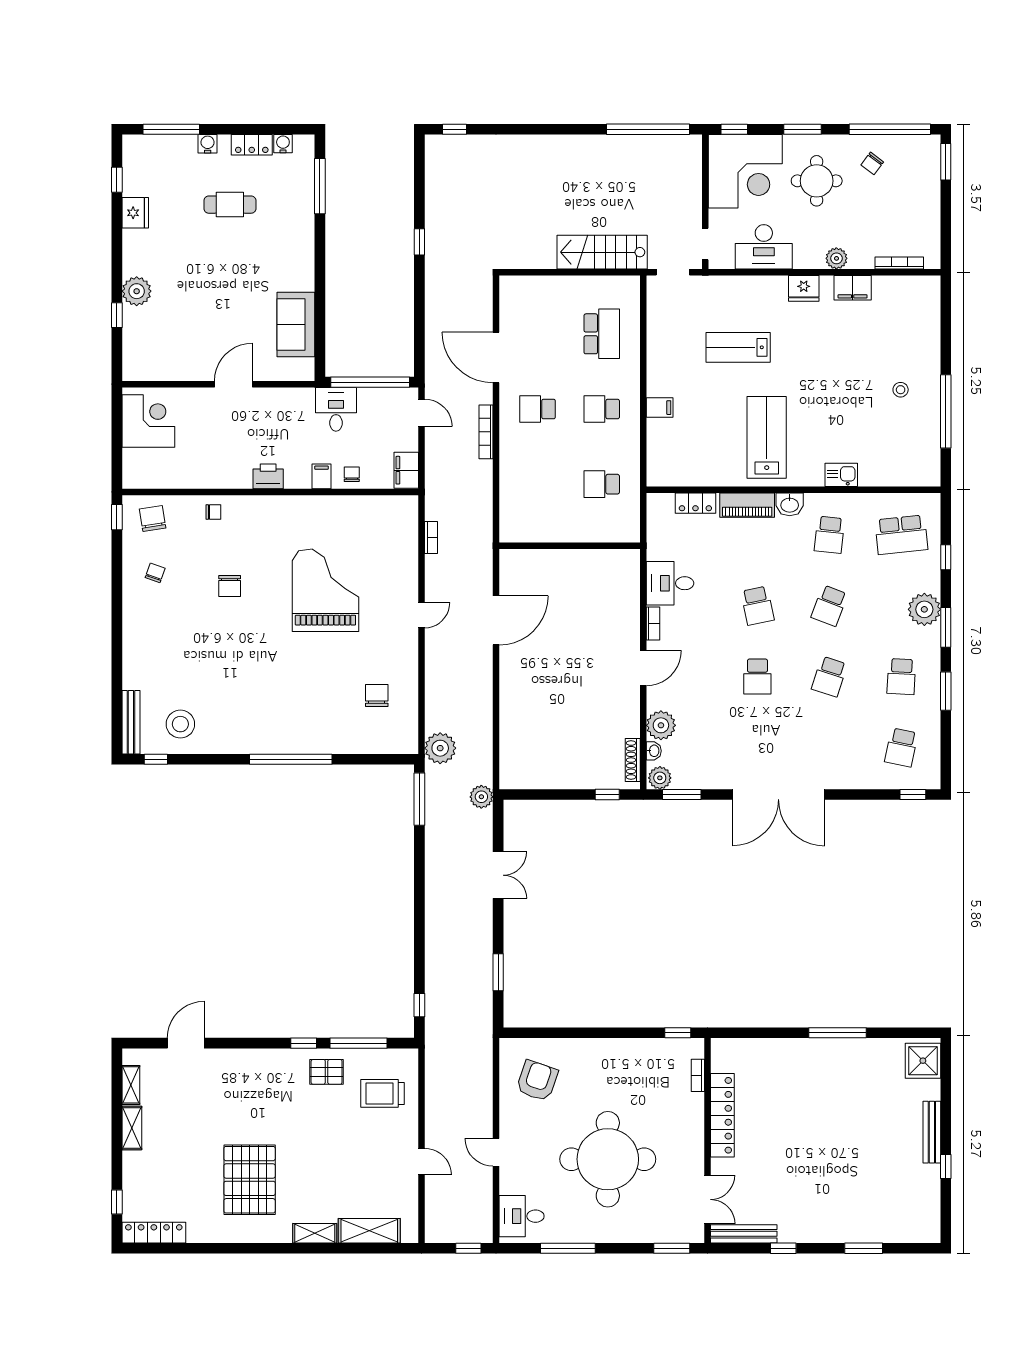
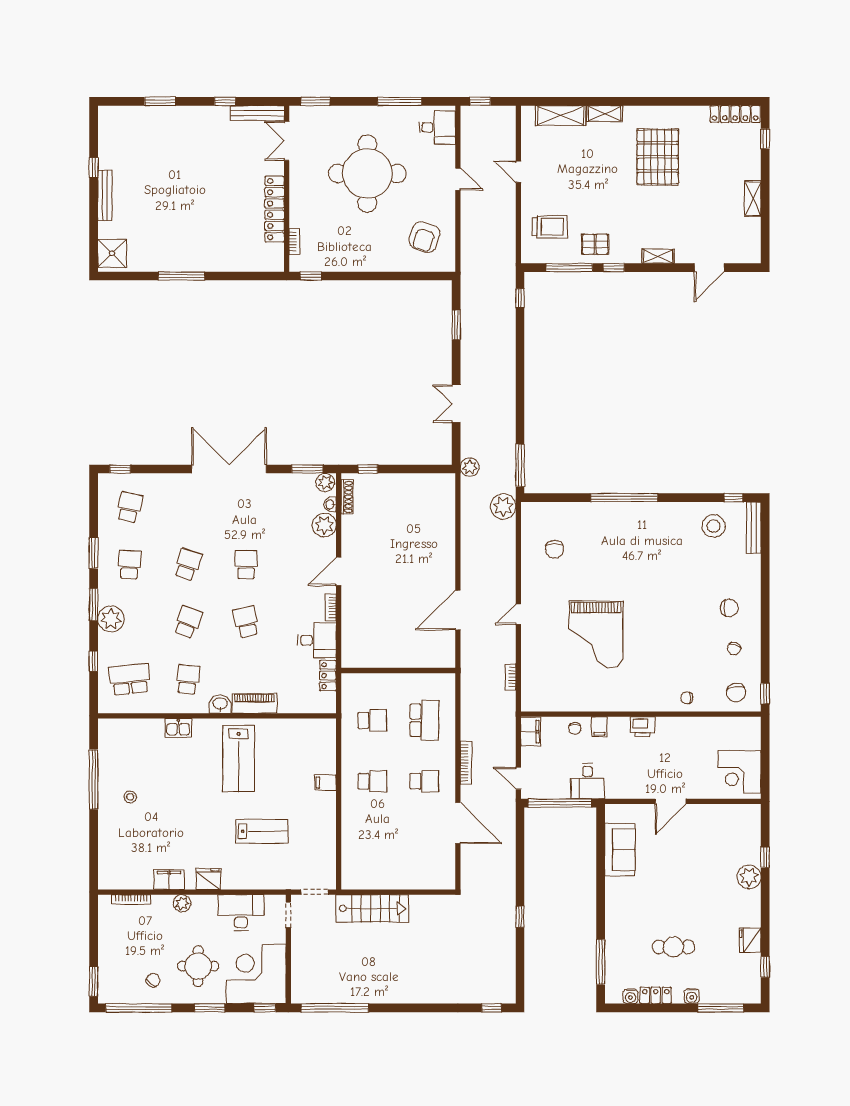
school desk: (602, 334) -> (424, 720), moved, turned 180
locker: (695, 503) -> (328, 676), moved, turned -90
chair: (230, 586) -> (729, 608), moved, turned 90
shelving: (131, 1085) -> (658, 256), moved, turned 90

